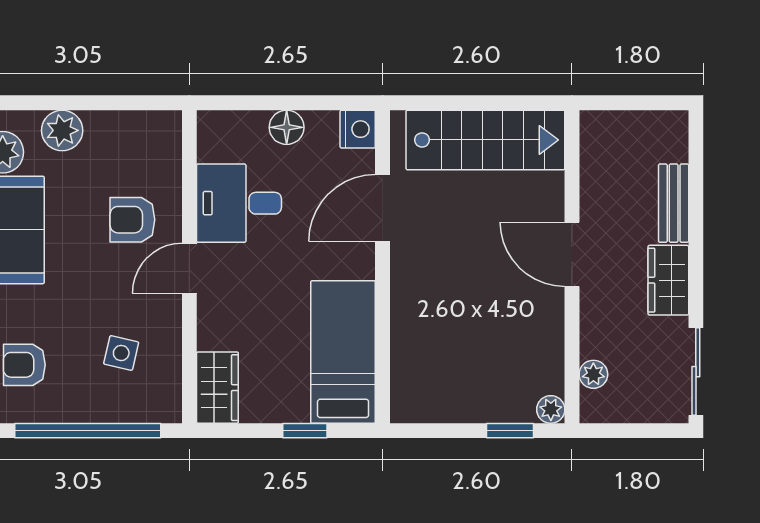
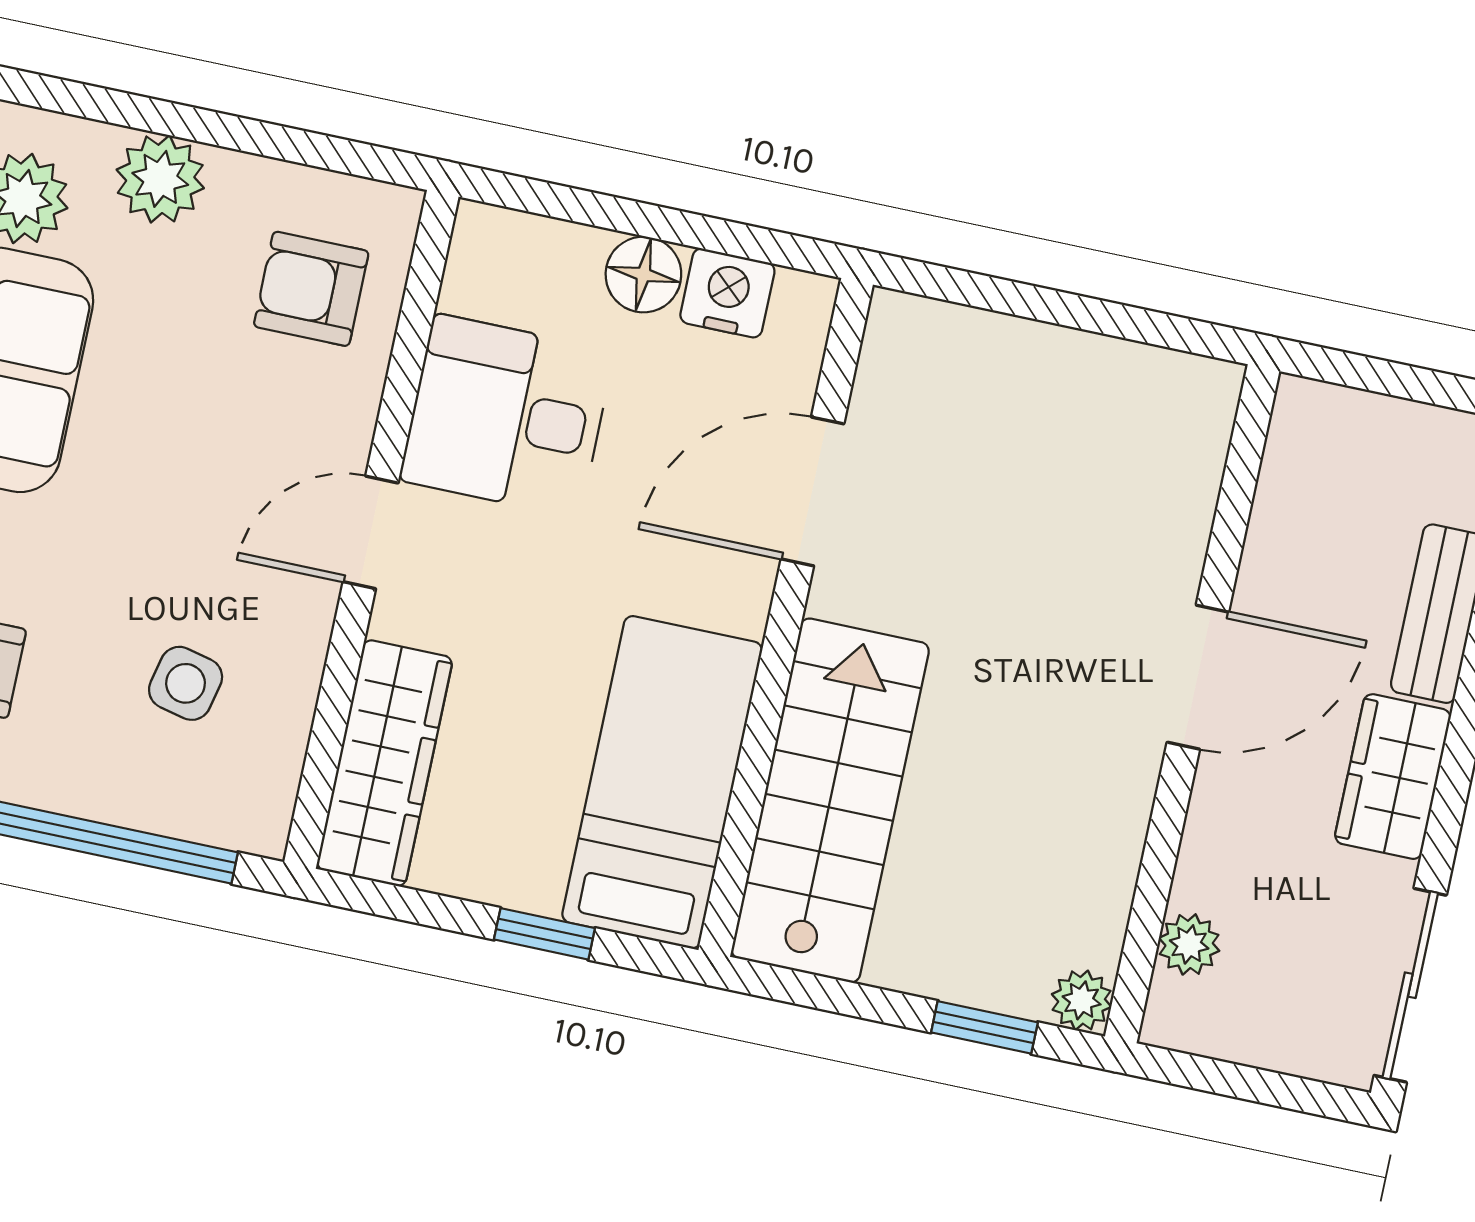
nightstand: (358, 129) -> (727, 293), moved, turned -90
stairs: (485, 140) -> (830, 800), moved, turned -90
armchair: (132, 220) -> (311, 289), moved
door: (572, 254) -> (1198, 677), swing flipped
wardrobe: (217, 388) -> (385, 763), width x1.50

